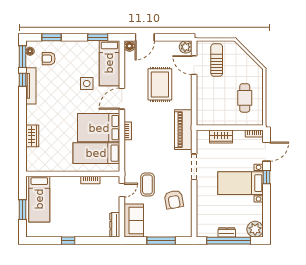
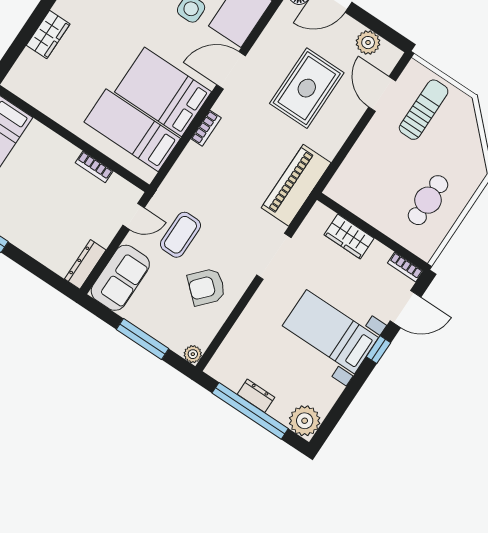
plant: (186, 47) -> (368, 43), moved
armchair: (174, 200) -> (206, 287), turned 52
plant: (187, 233) -> (193, 354), added

